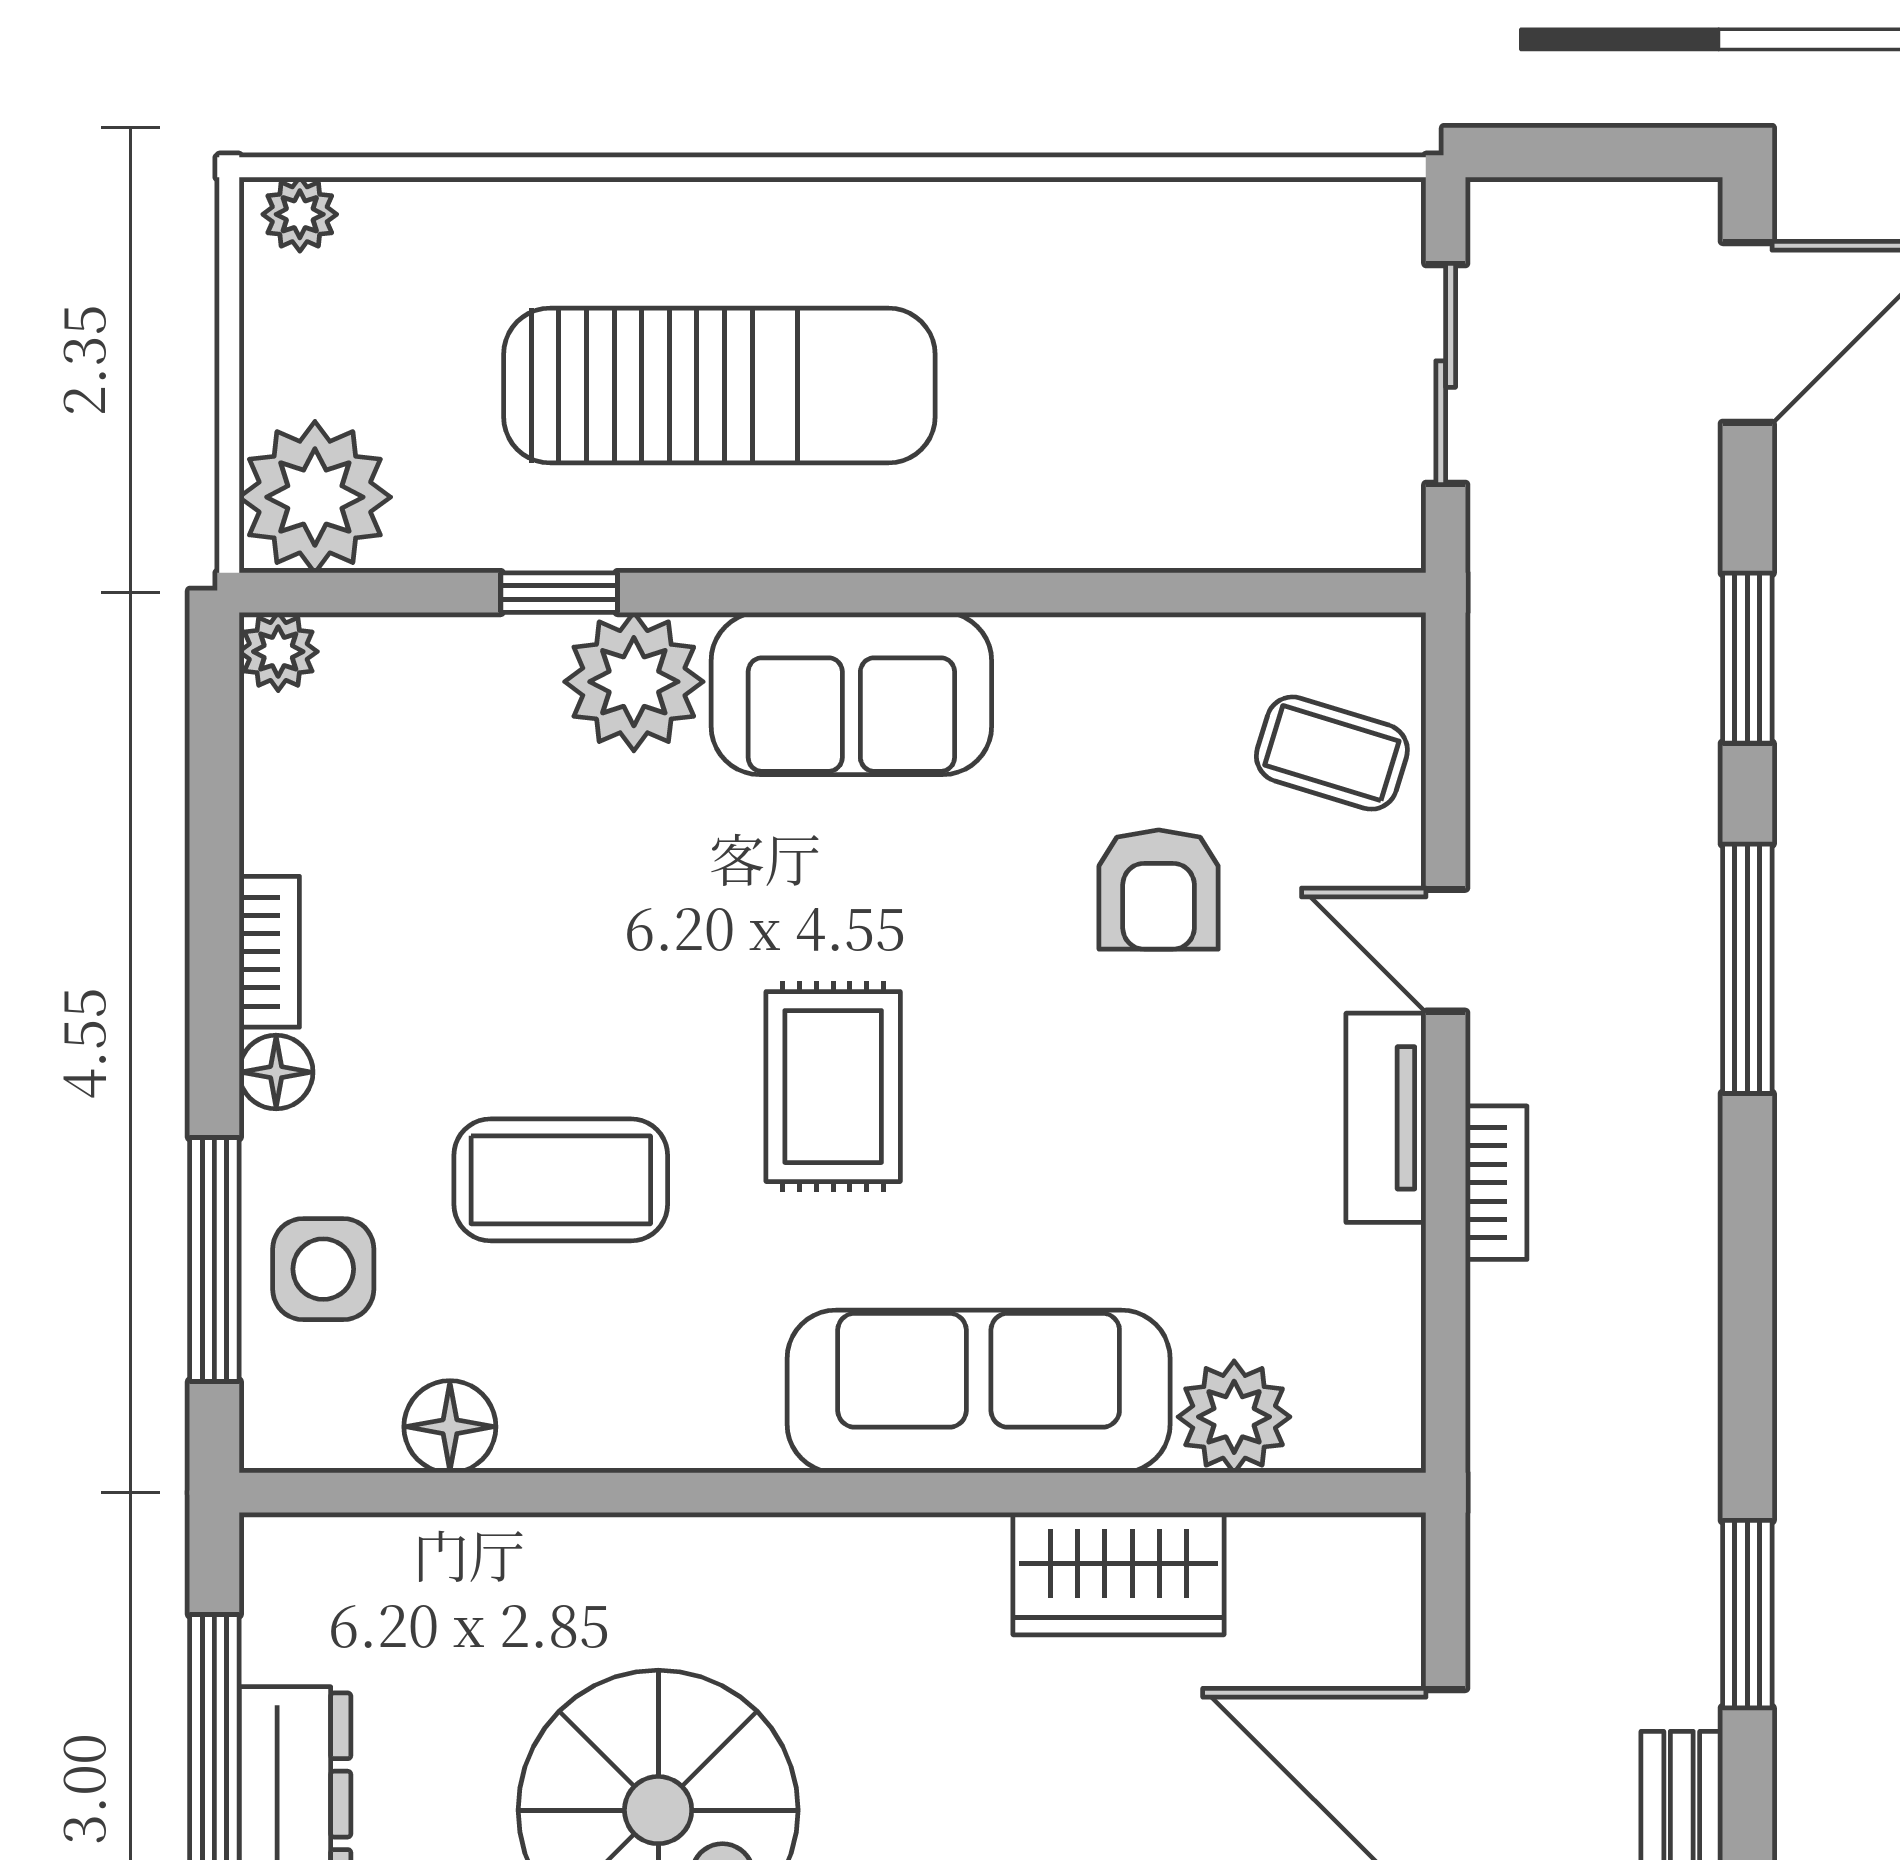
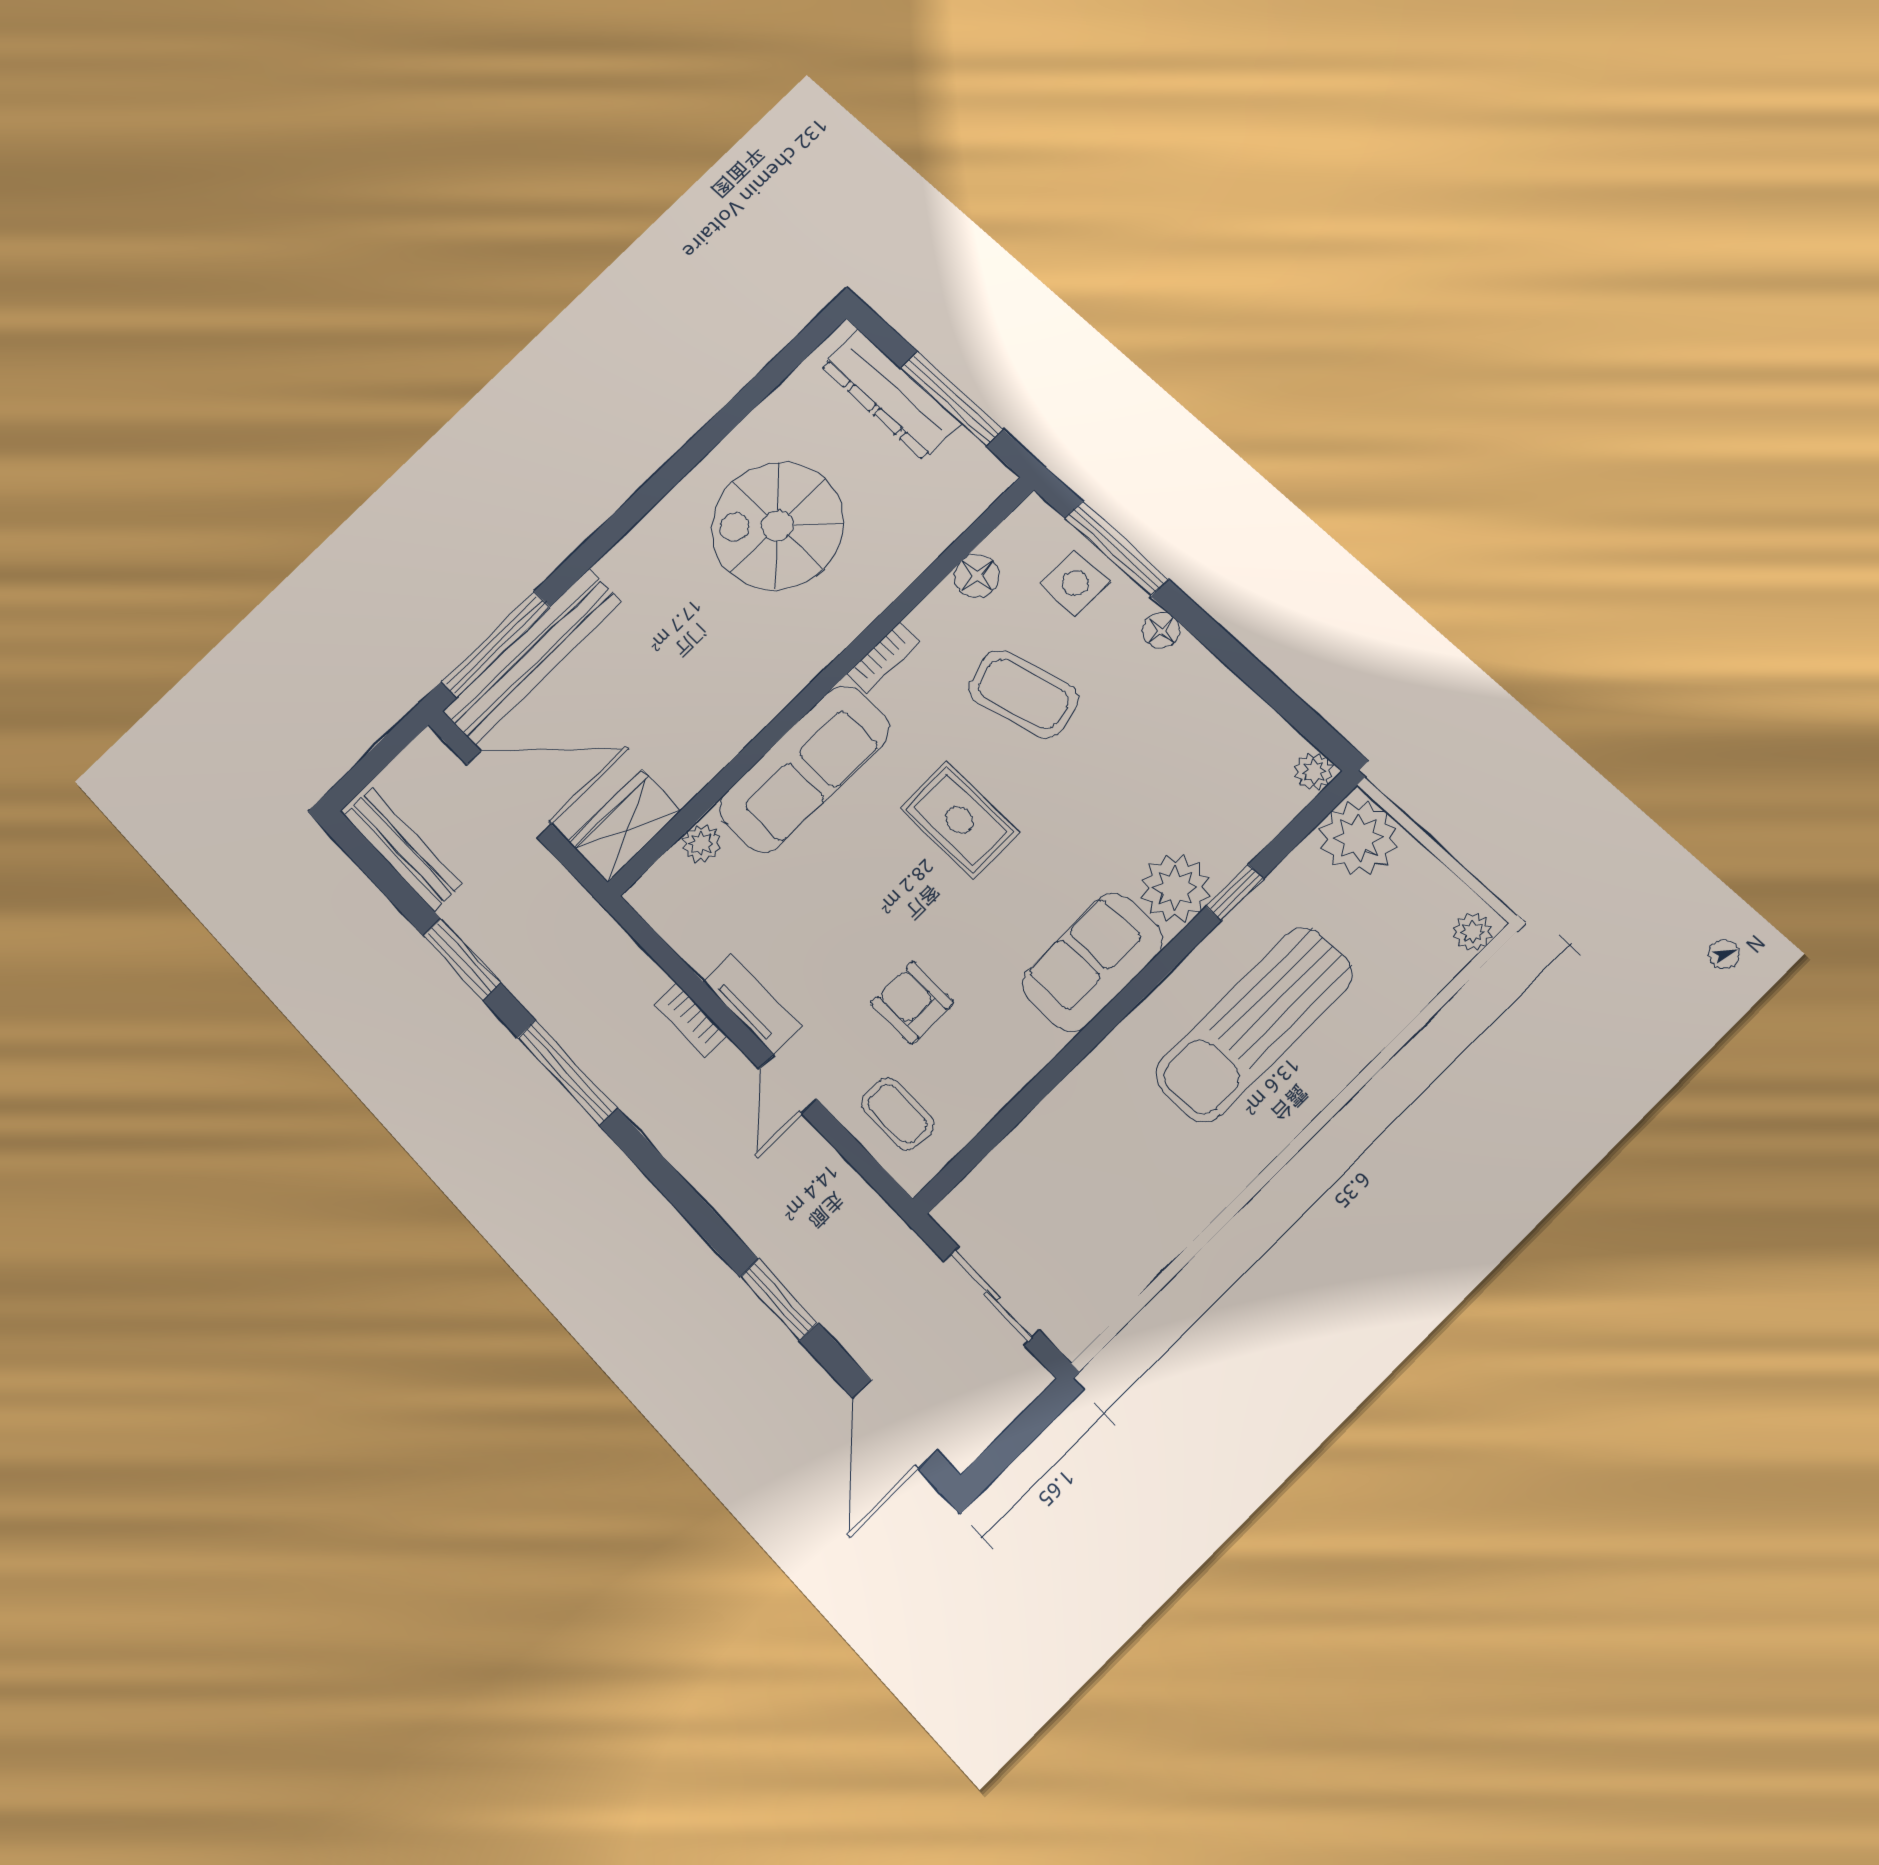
coffee table: (1332, 753) -> (897, 1114), turned 73
door: (1446, 950) -> (788, 1084), swing flipped
bookcase: (269, 952) -> (883, 657), moved, turned -90
window: (1747, 969) -> (567, 1072), moved
coffee table: (561, 1180) -> (1023, 694), turned 75
plant: (1234, 1417) -> (701, 843), width x0.73, depth x0.73
wardrobe: (1119, 1574) -> (625, 826), moved

